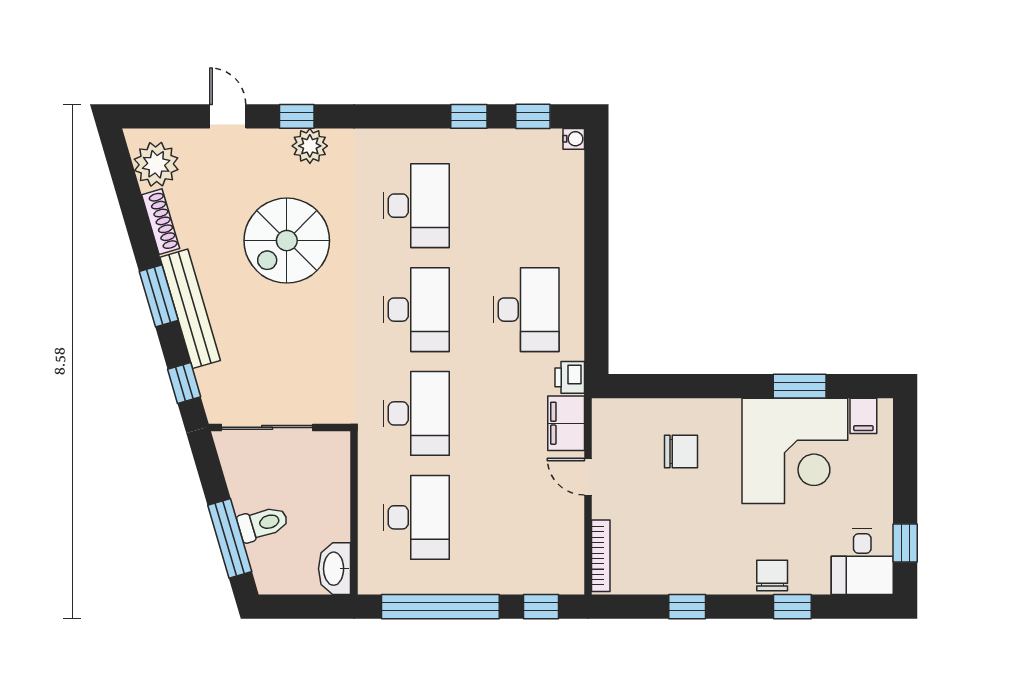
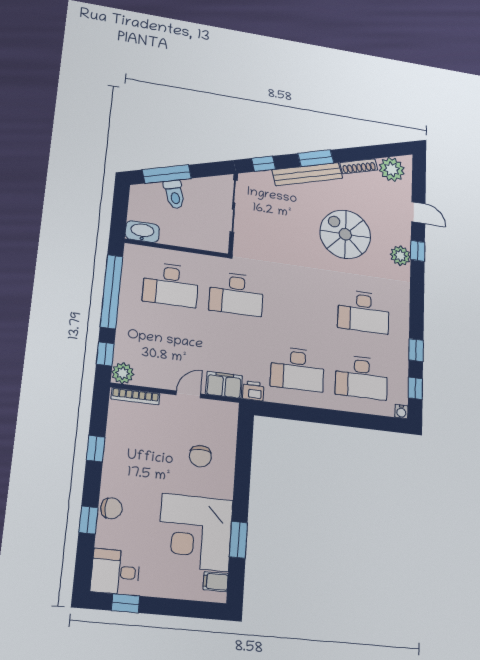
door: (228, 116) -> (418, 213), hinge flipped
desk: (416, 310) -> (361, 377), moved
plant: (568, 578) -> (123, 373), added

